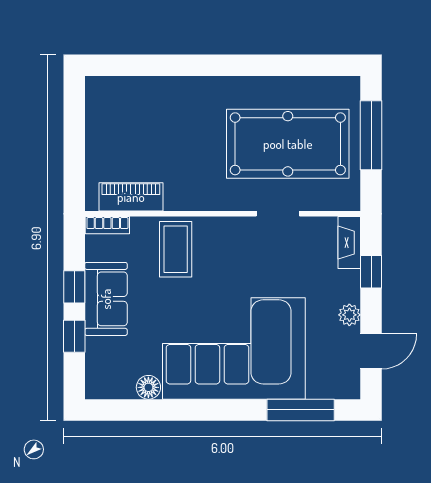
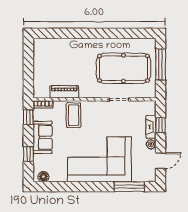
piano: (131, 197) -> (64, 92), moved
fireplace: (349, 243) -> (151, 127), moved
window: (74, 287) -> (28, 117), moved
floor lamp: (148, 387) -> (43, 177), moved

